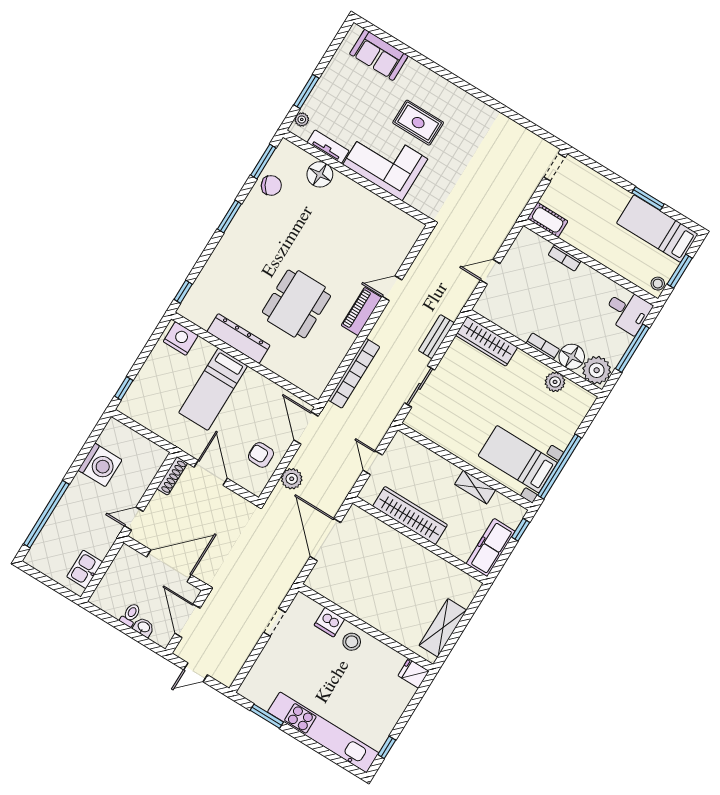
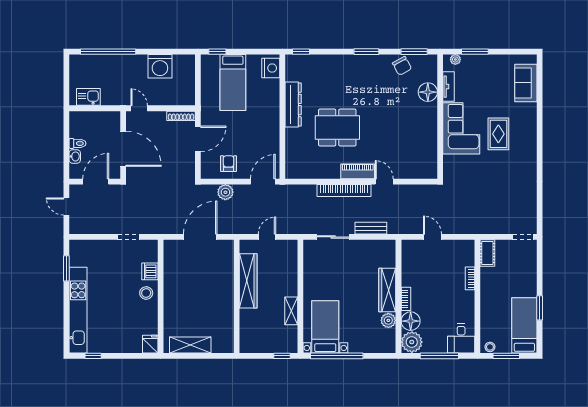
wardrobe: (487, 341) -> (387, 290), moved
bookcase: (354, 373) -> (344, 190), moved
bed: (213, 389) -> (233, 82), moved, turned -90
freezer: (491, 547) -> (259, 344), removed

